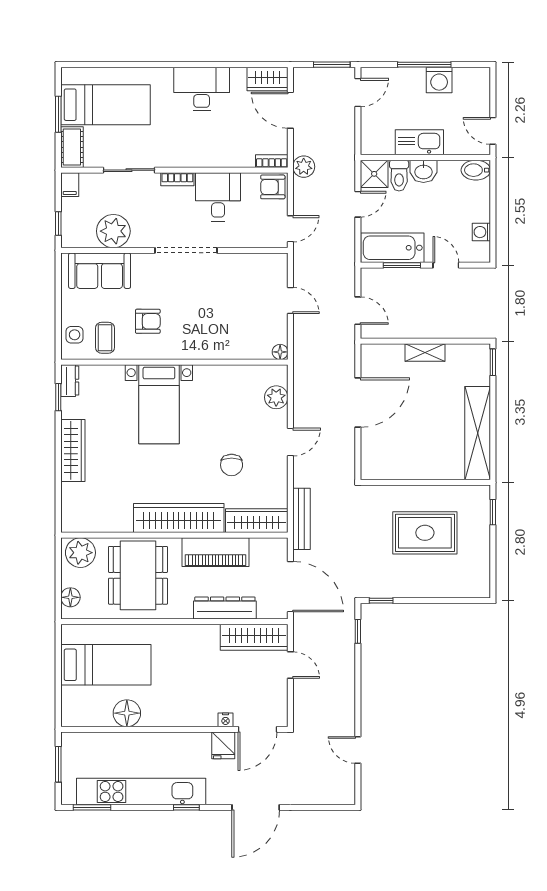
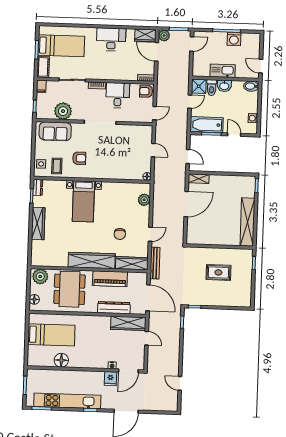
plant: (304, 167) -> (164, 36), moved
shelving: (425, 353) -> (199, 179), moved
door: (290, 442) -> (150, 234), moved
rug: (425, 533) -> (218, 272), width x0.73, depth x0.70

